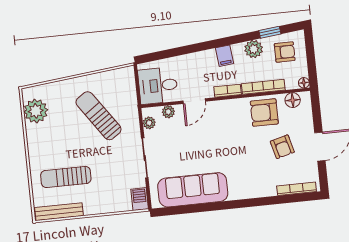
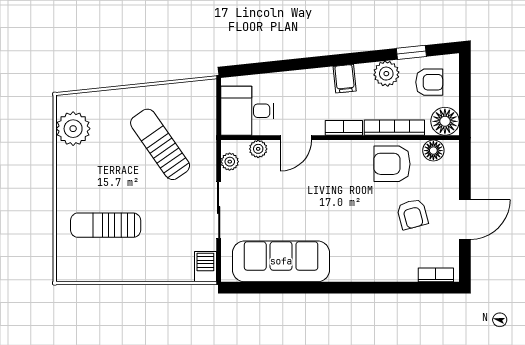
floor lamp: (304, 83) -> (445, 121), width x1.89, depth x1.89
bookcase: (297, 189) -> (436, 275), width x0.64
bench: (59, 212) -> (91, 273), removed

